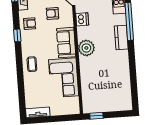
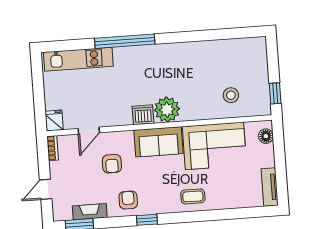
dishwasher: (82, 19) -> (143, 115), moved
kitchen counter: (121, 37) -> (150, 54), removed
stool: (95, 88) -> (231, 95), added
floor lamp: (70, 110) -> (266, 136), added

